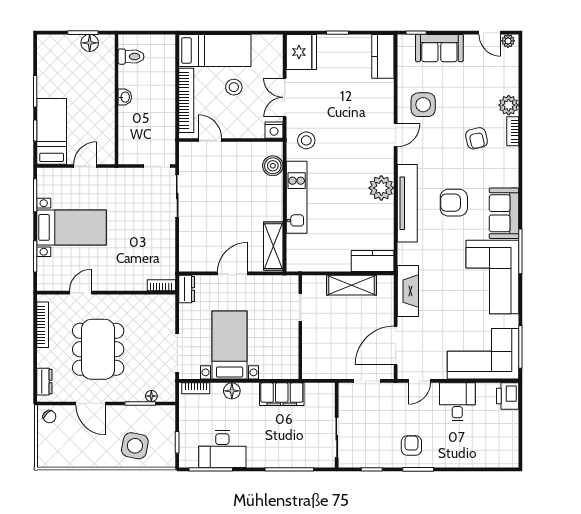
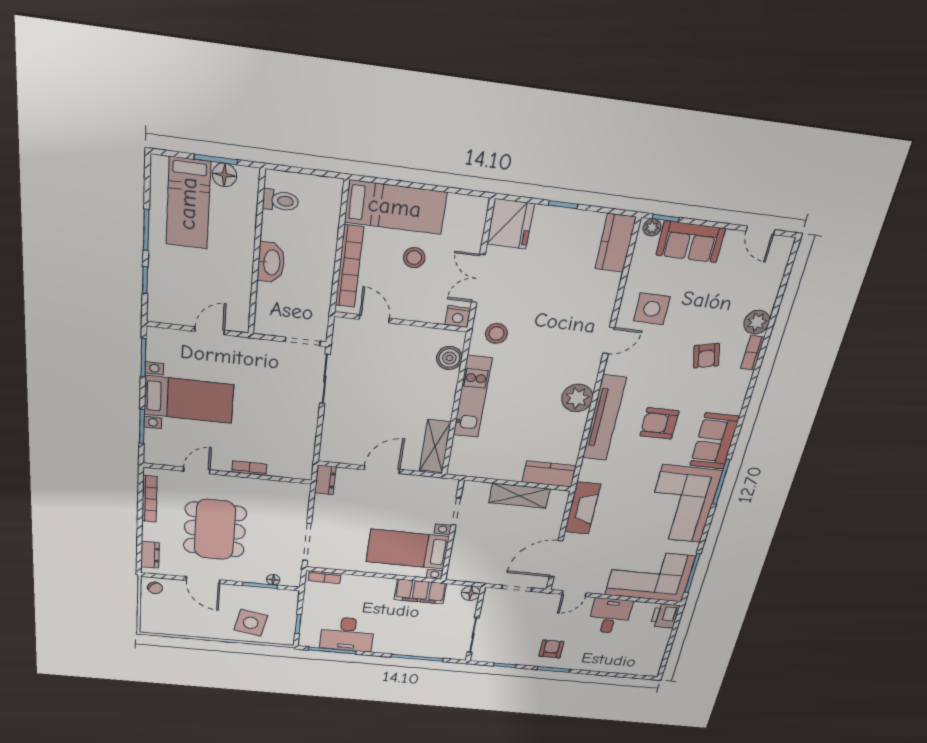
plant: (508, 41) -> (652, 227), moved
washbasin: (125, 97) -> (271, 262), width x1.91, depth x1.45
bed: (52, 131) -> (188, 203), moved, turned 180
bookcase: (161, 285) -> (249, 468), moved
bed with nightstands: (230, 345) -> (408, 549), moved, turned -90
floor lamp: (232, 391) -> (471, 593), moved

